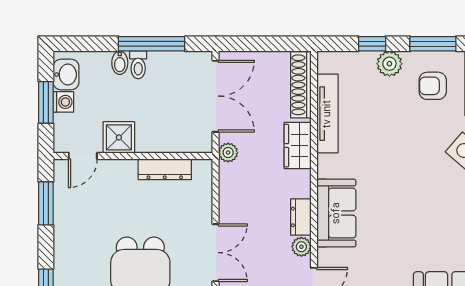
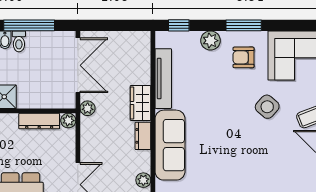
window: (372, 44) -> (179, 25), moved
shoe rack: (301, 85) -> (143, 57), removed
plant: (203, 169) -> (68, 121), added
sofa: (336, 213) -> (170, 145), width x1.36
dresser: (301, 217) -> (143, 136), moved

